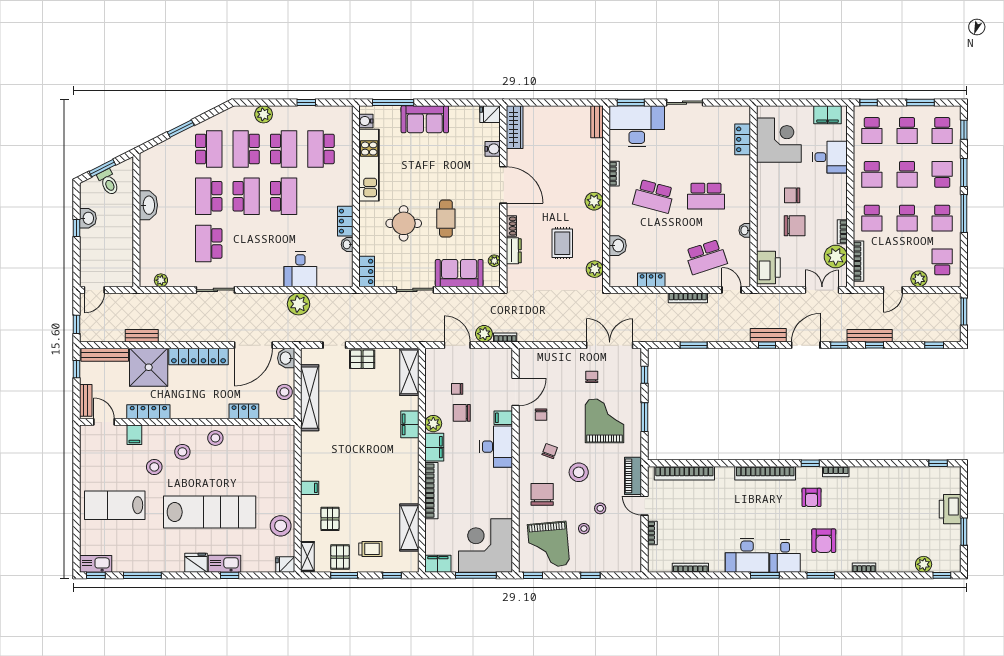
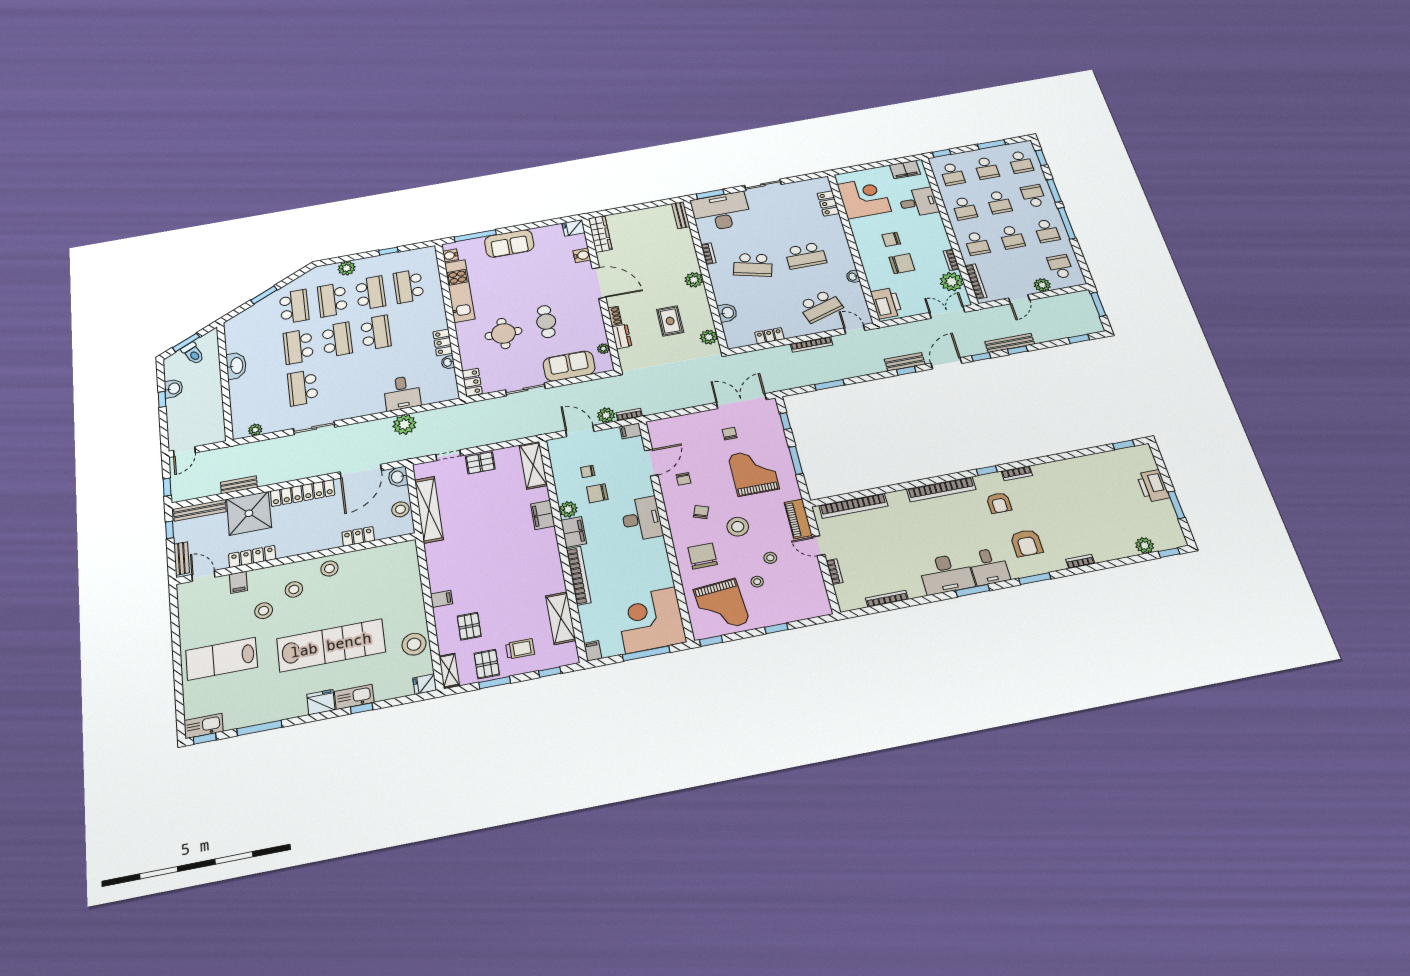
filing cabinet: (503, 418) -> (631, 431), moved
filing cabinet: (438, 564) -> (593, 651), width x0.50

